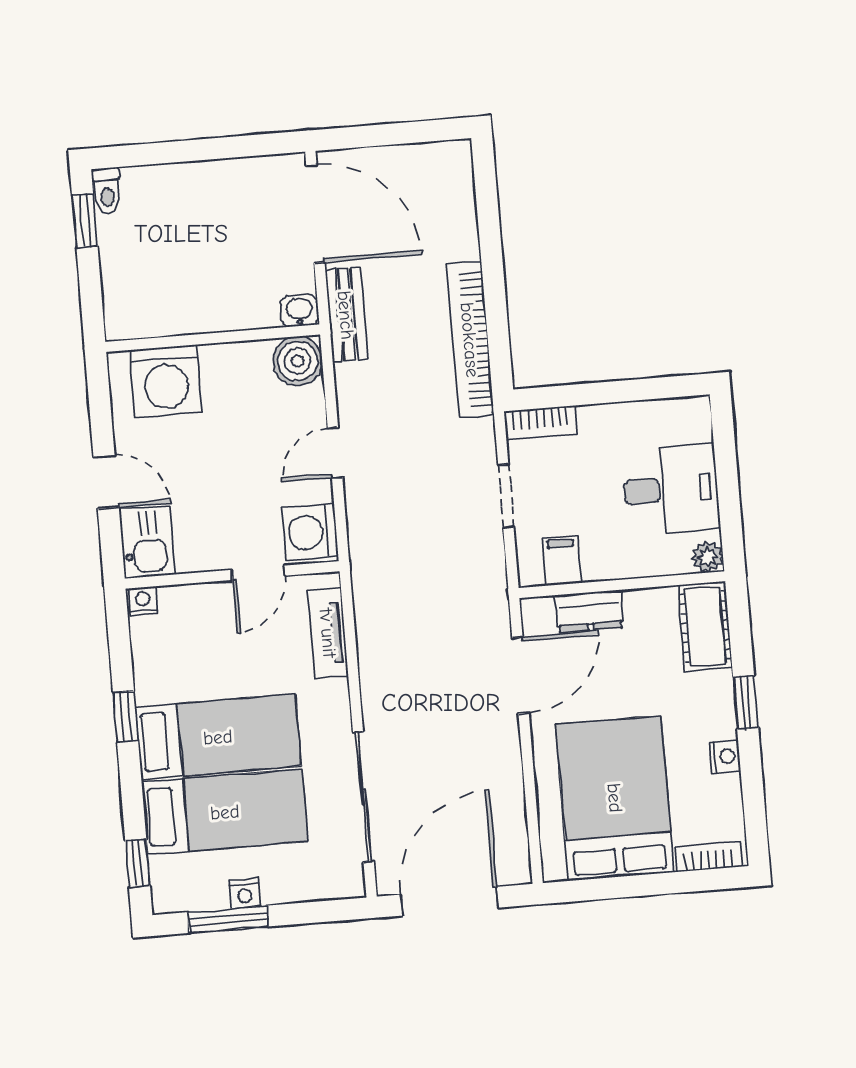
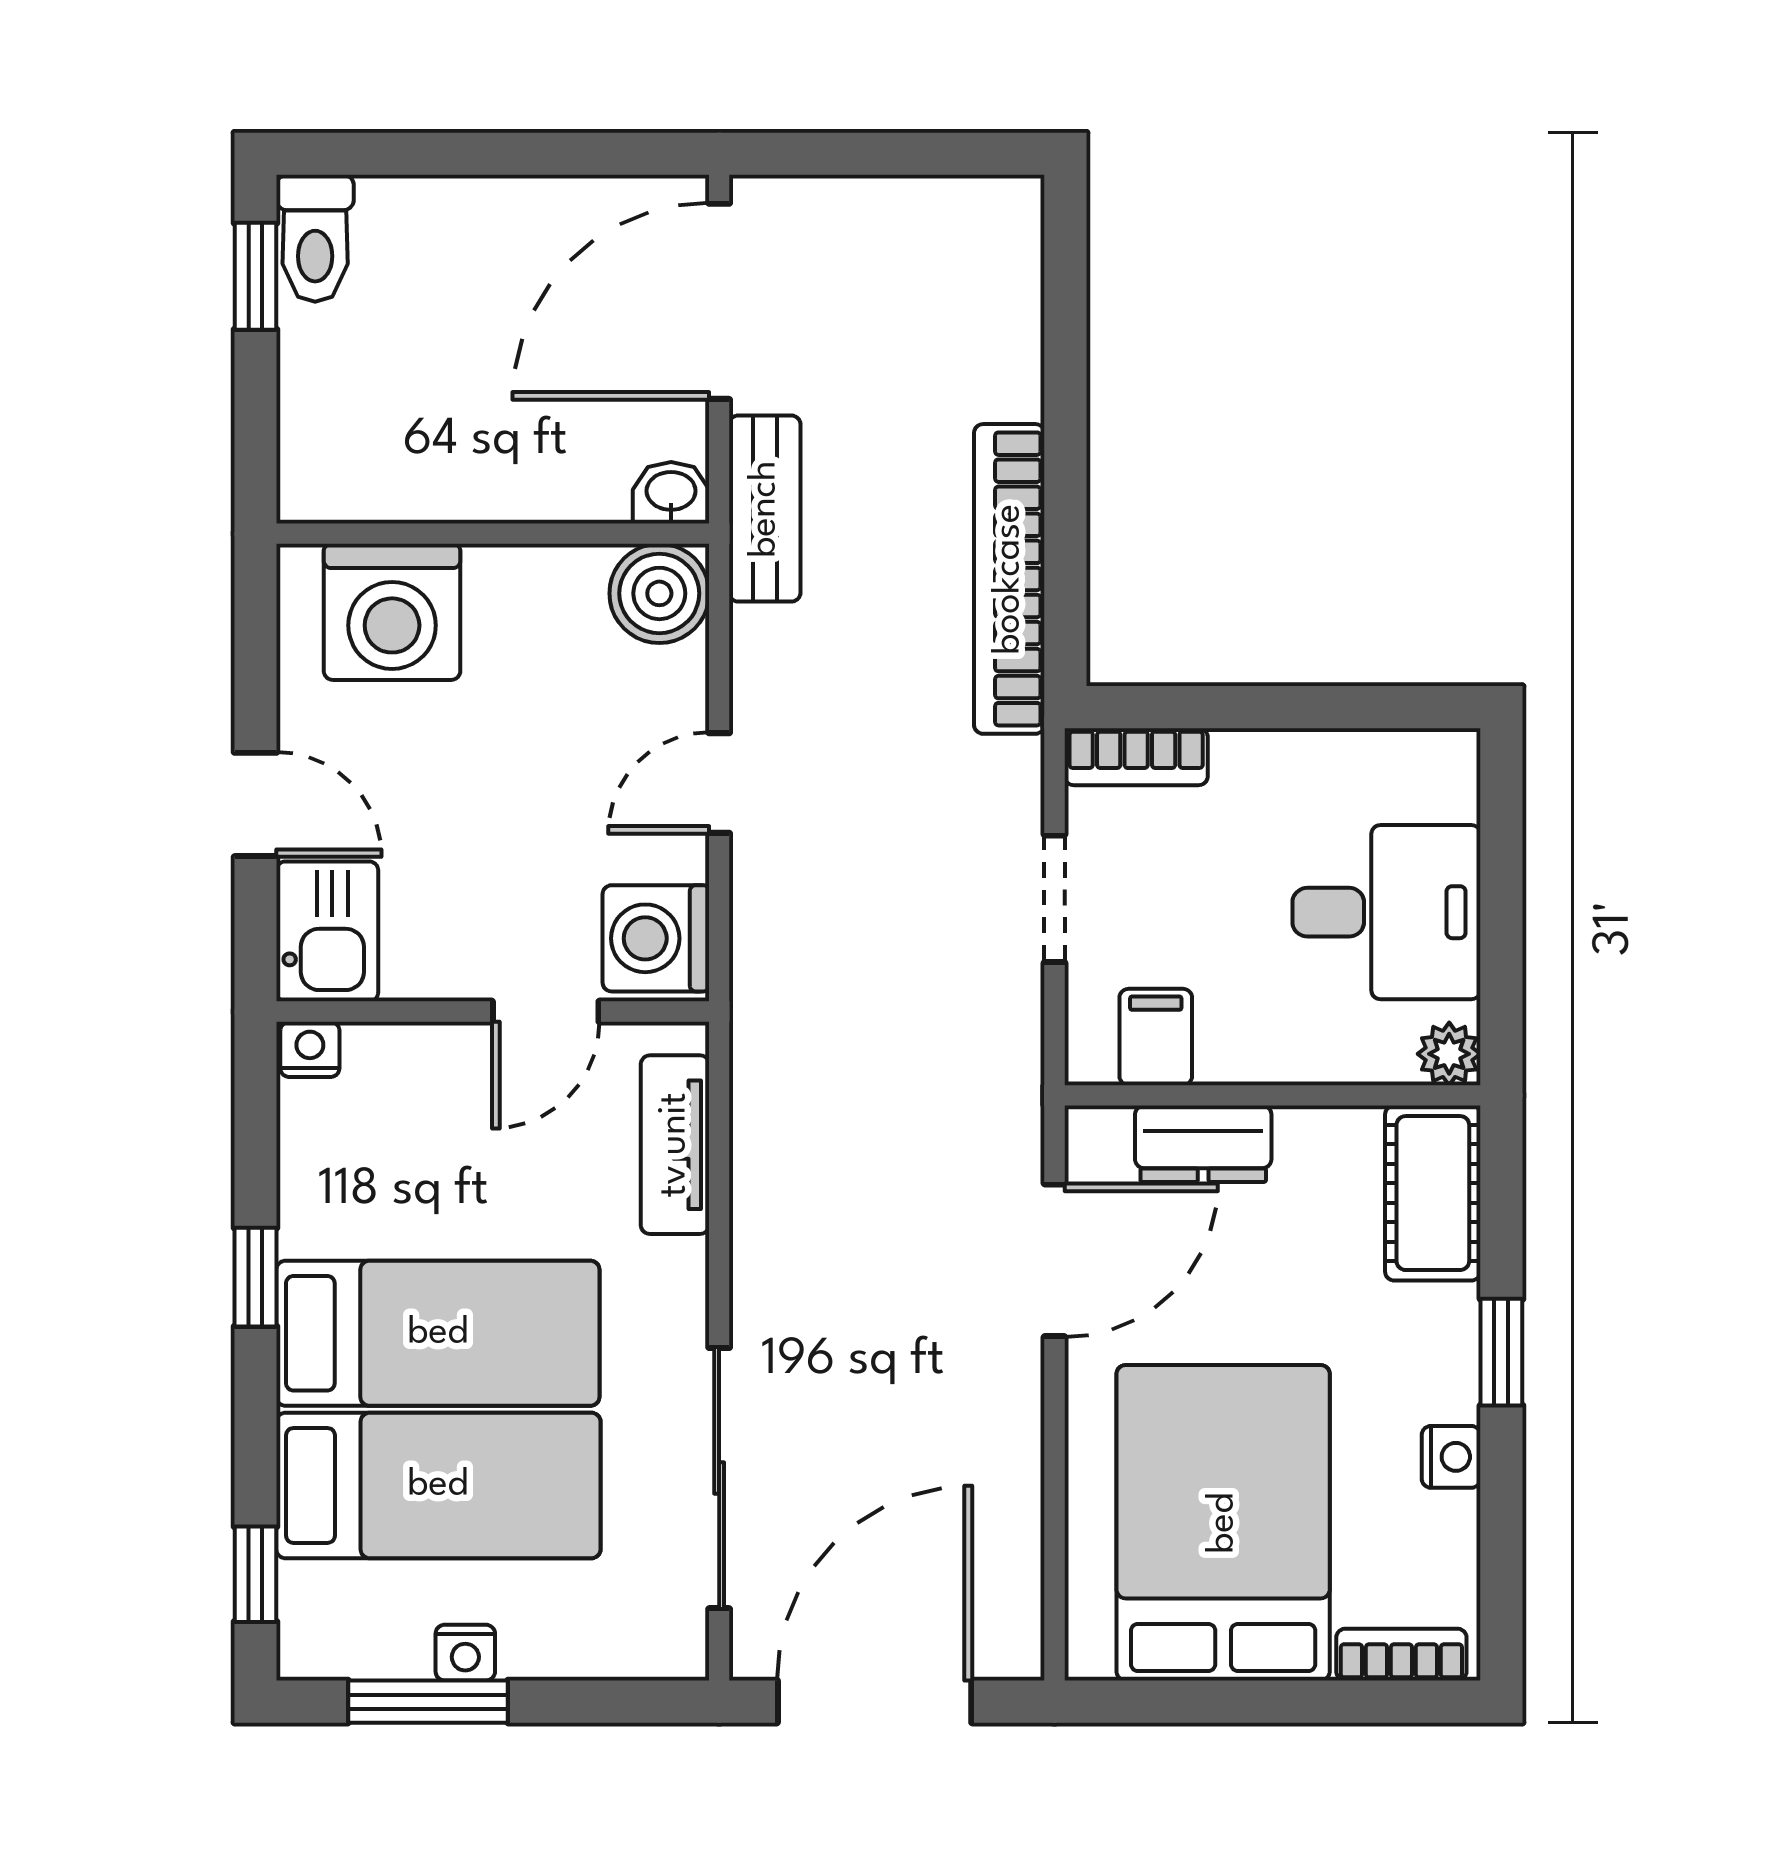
toilet: (107, 191) -> (315, 238), width x1.37, depth x1.39
door: (315, 214) -> (719, 301), swing flipped

